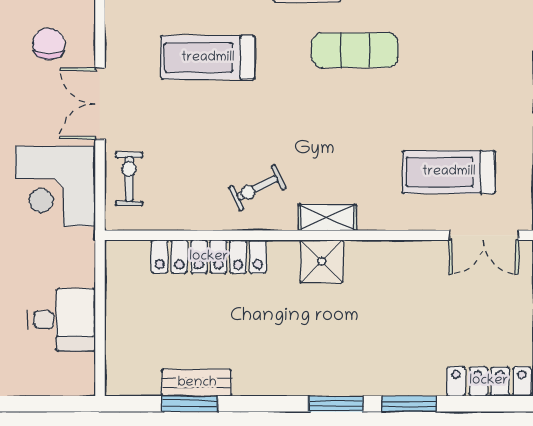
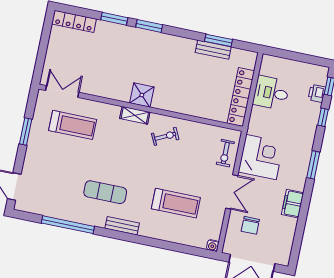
locker: (209, 257) -> (241, 97), moved, turned -90

